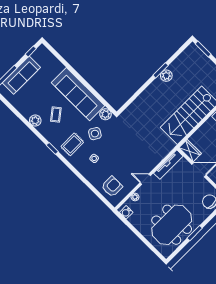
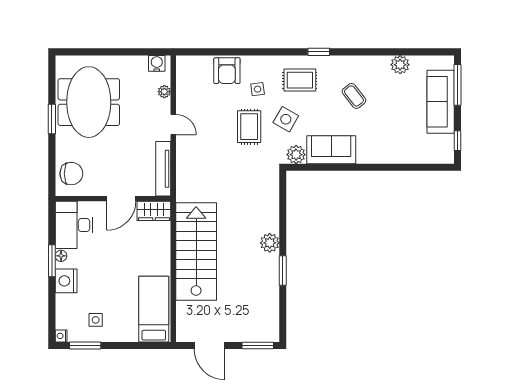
plant: (166, 76) -> (270, 243), moved
sofa: (78, 94) -> (331, 150), width x0.54, depth x0.79
plant: (35, 121) -> (400, 65), moved
rug: (72, 144) -> (300, 80), turned 90
rug: (114, 146) -> (249, 127), added
door: (145, 179) -> (173, 124), hinge flipped
armchair: (112, 187) -> (227, 71), moved

